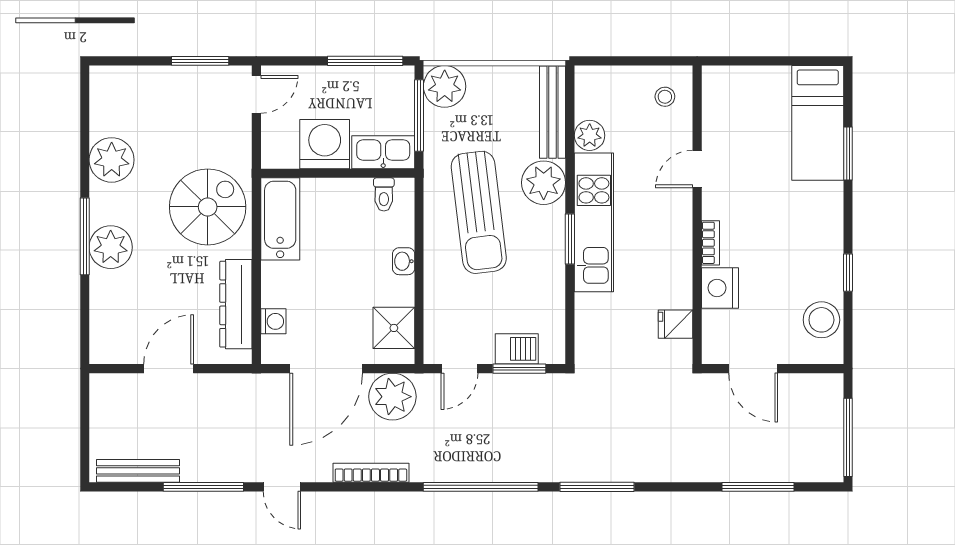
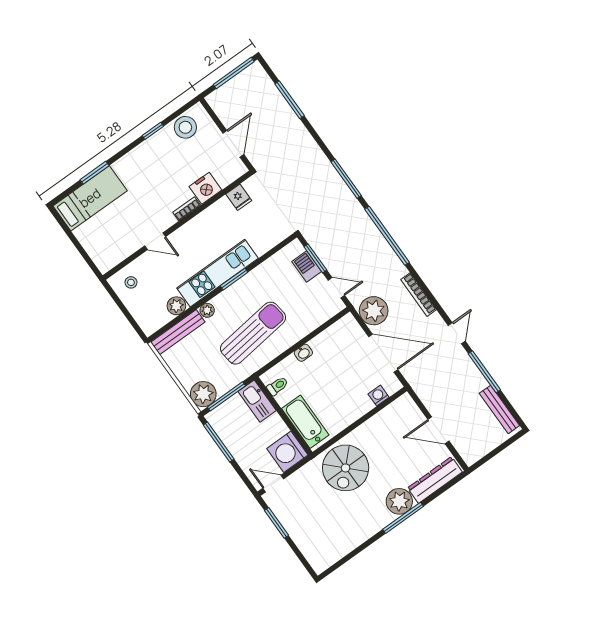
washing machine: (325, 144) -> (287, 452), moved
plant: (112, 160) -> (356, 532), removed
plant: (544, 183) -> (207, 310), width x0.53, depth x0.53
spiral stairs: (208, 207) -> (346, 468), turned -90
bathtub: (280, 219) -> (305, 422), moved, turned 90
dresser: (236, 304) -> (435, 480), moved, turned 180
shower: (394, 328) -> (340, 334), removed

